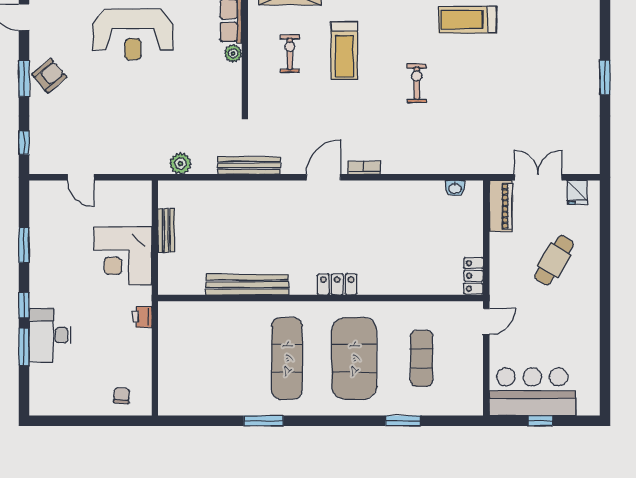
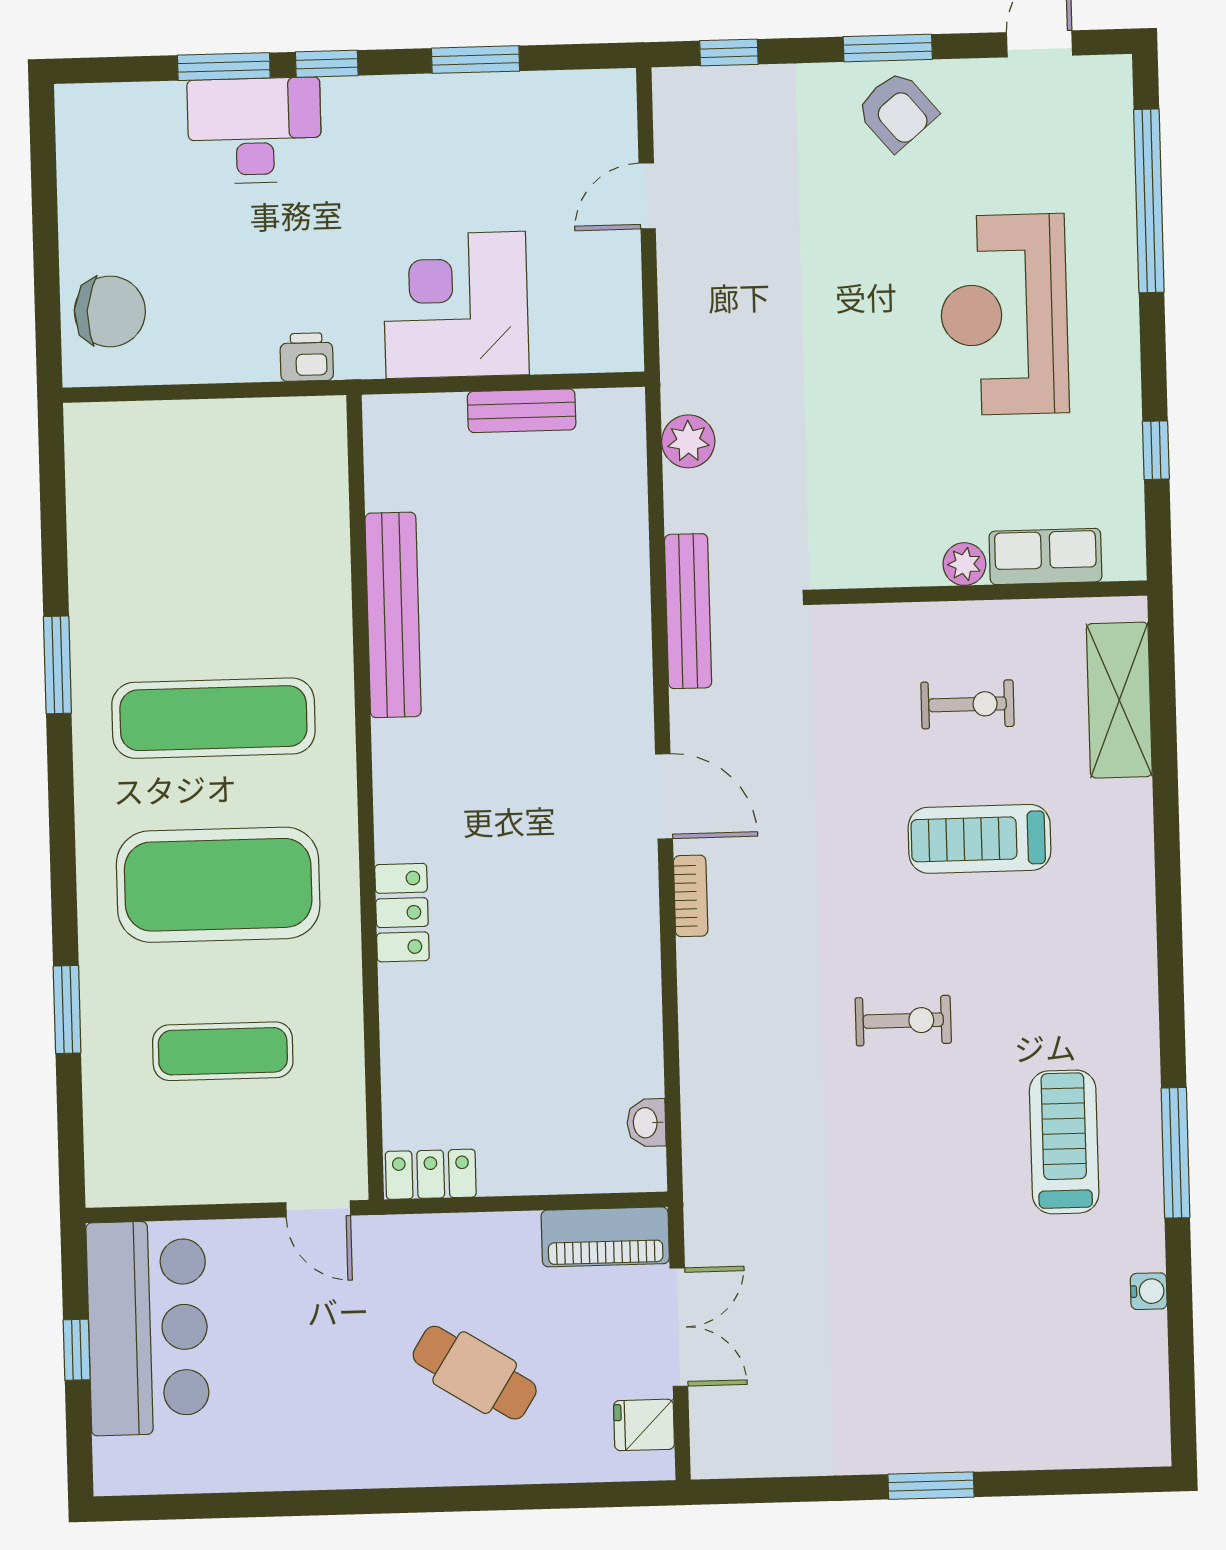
locker: (337, 284) -> (402, 913), moved
chair: (121, 396) -> (110, 311), width x1.87, depth x1.87

